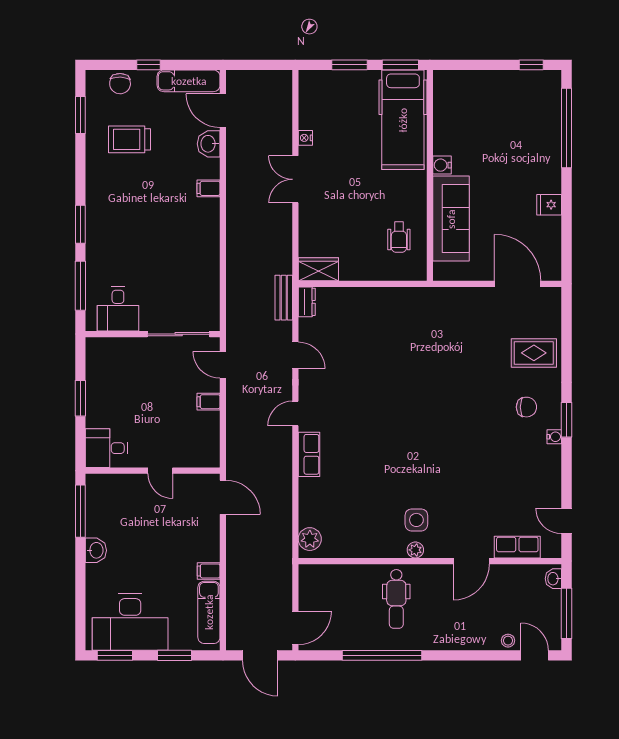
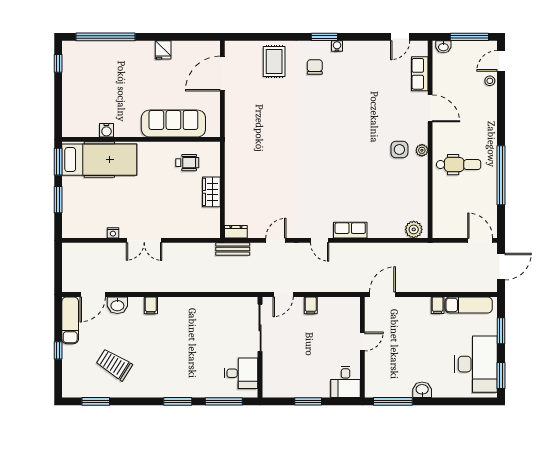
chair: (120, 84) -> (72, 372), removed
trolley: (129, 139) -> (114, 365), turned 122
water cooler: (442, 165) -> (106, 130), moved
wardrobe: (318, 269) -> (211, 192), moved

